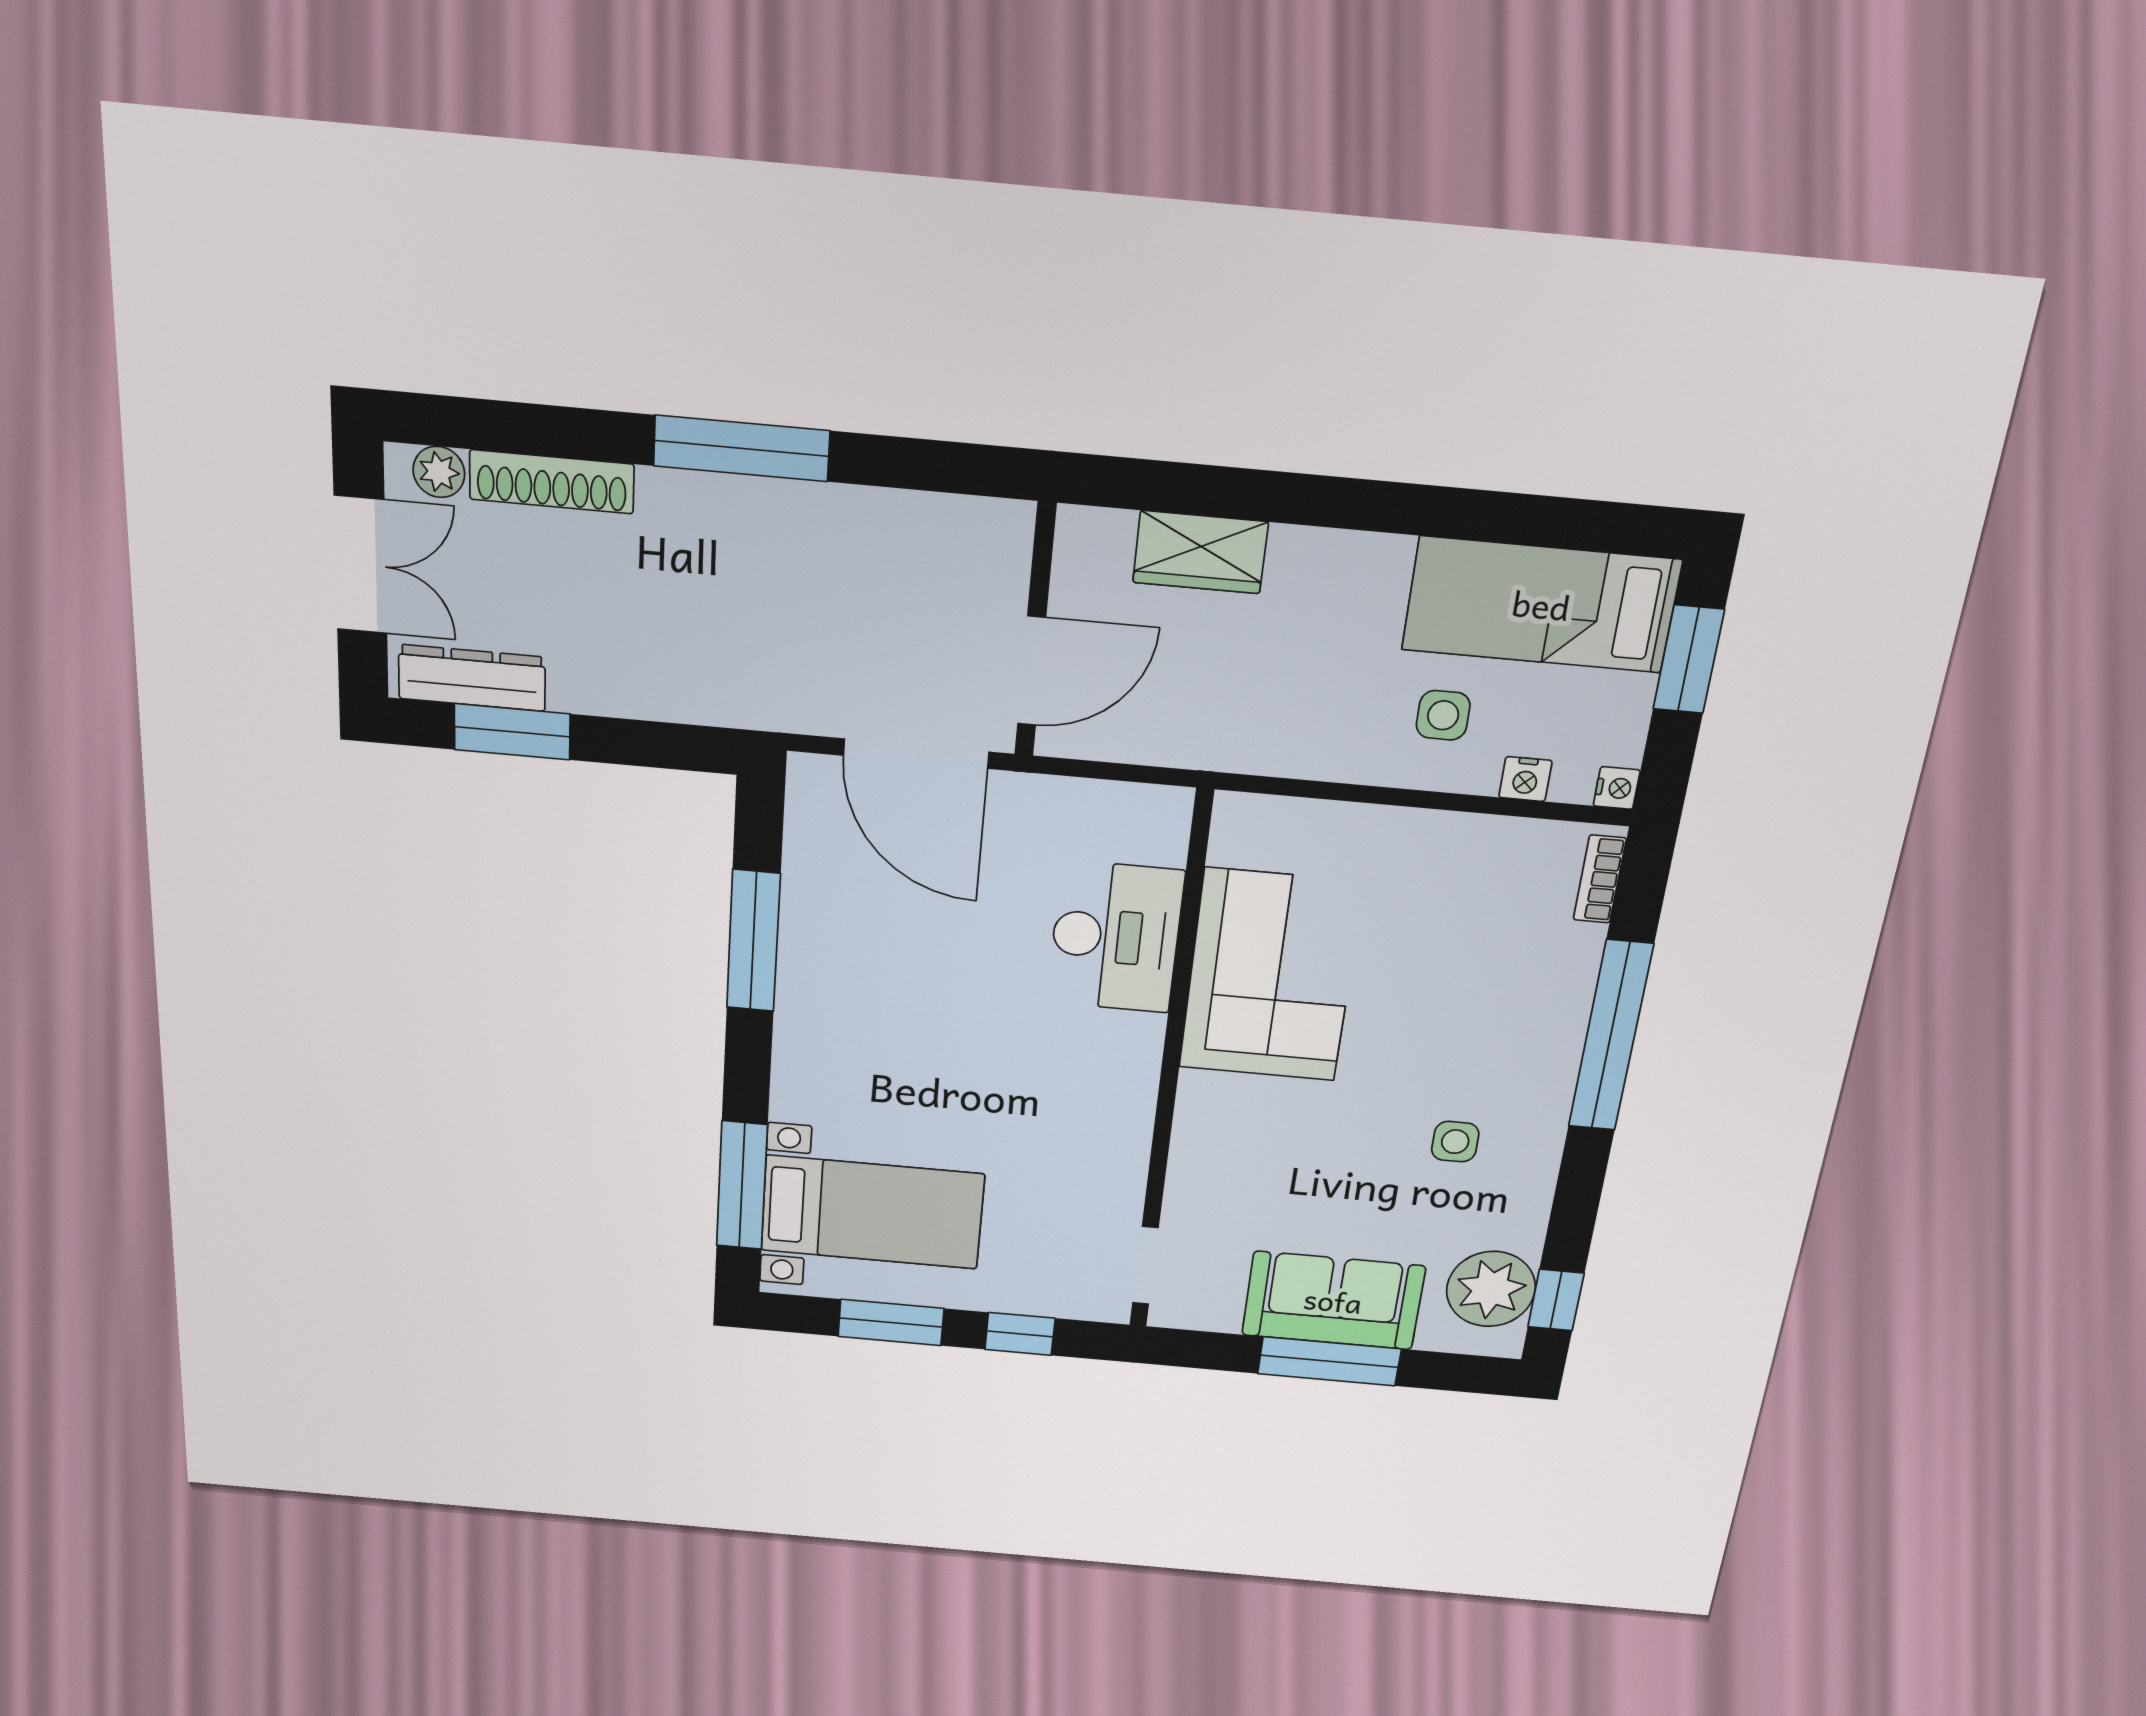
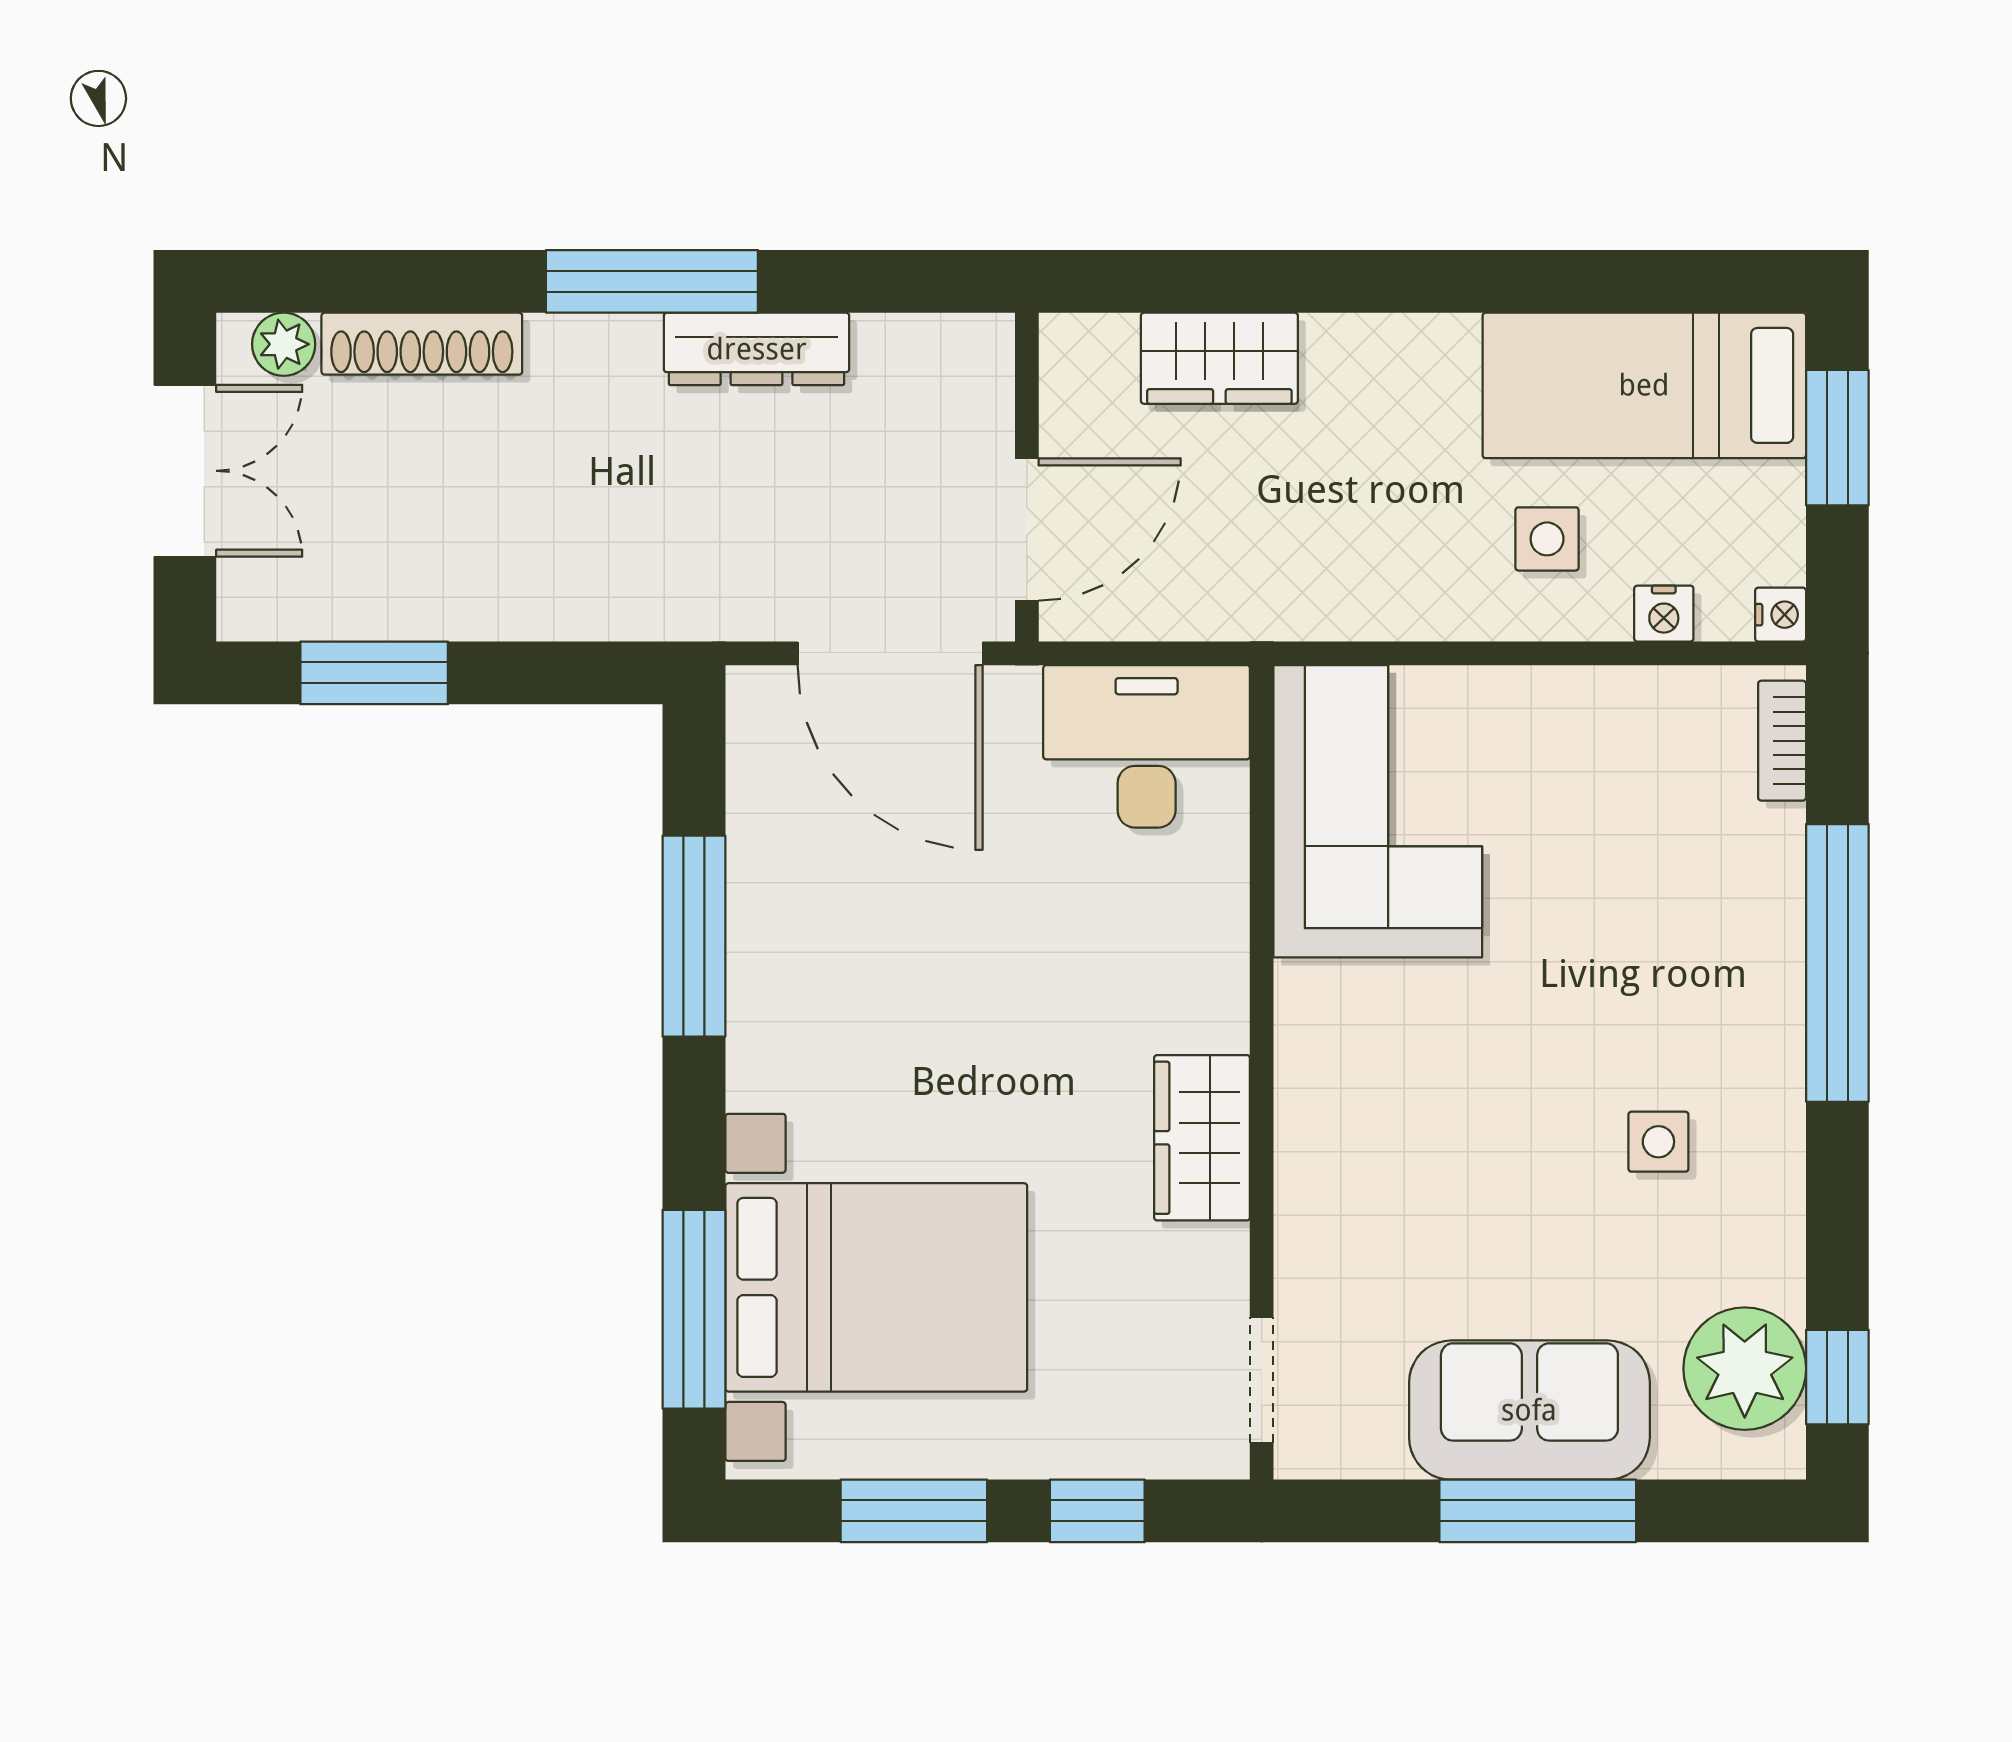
dresser: (472, 678) -> (757, 349), moved, turned 180
desk: (1115, 937) -> (1147, 746), moved, turned -90
corner sofa: (1270, 975) -> (1378, 811), moved
wardrobe: (1121, 1109) -> (1202, 1138), added
bed with nightstands: (872, 1212) -> (876, 1287), width x1.36

